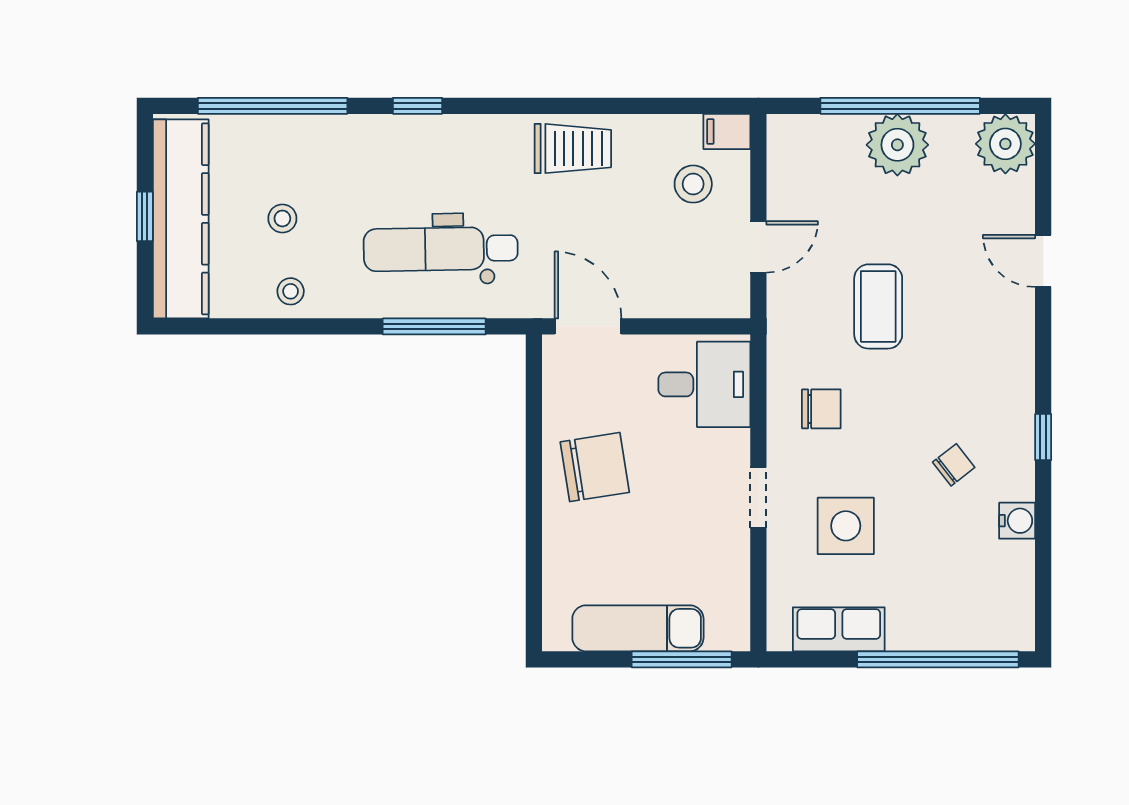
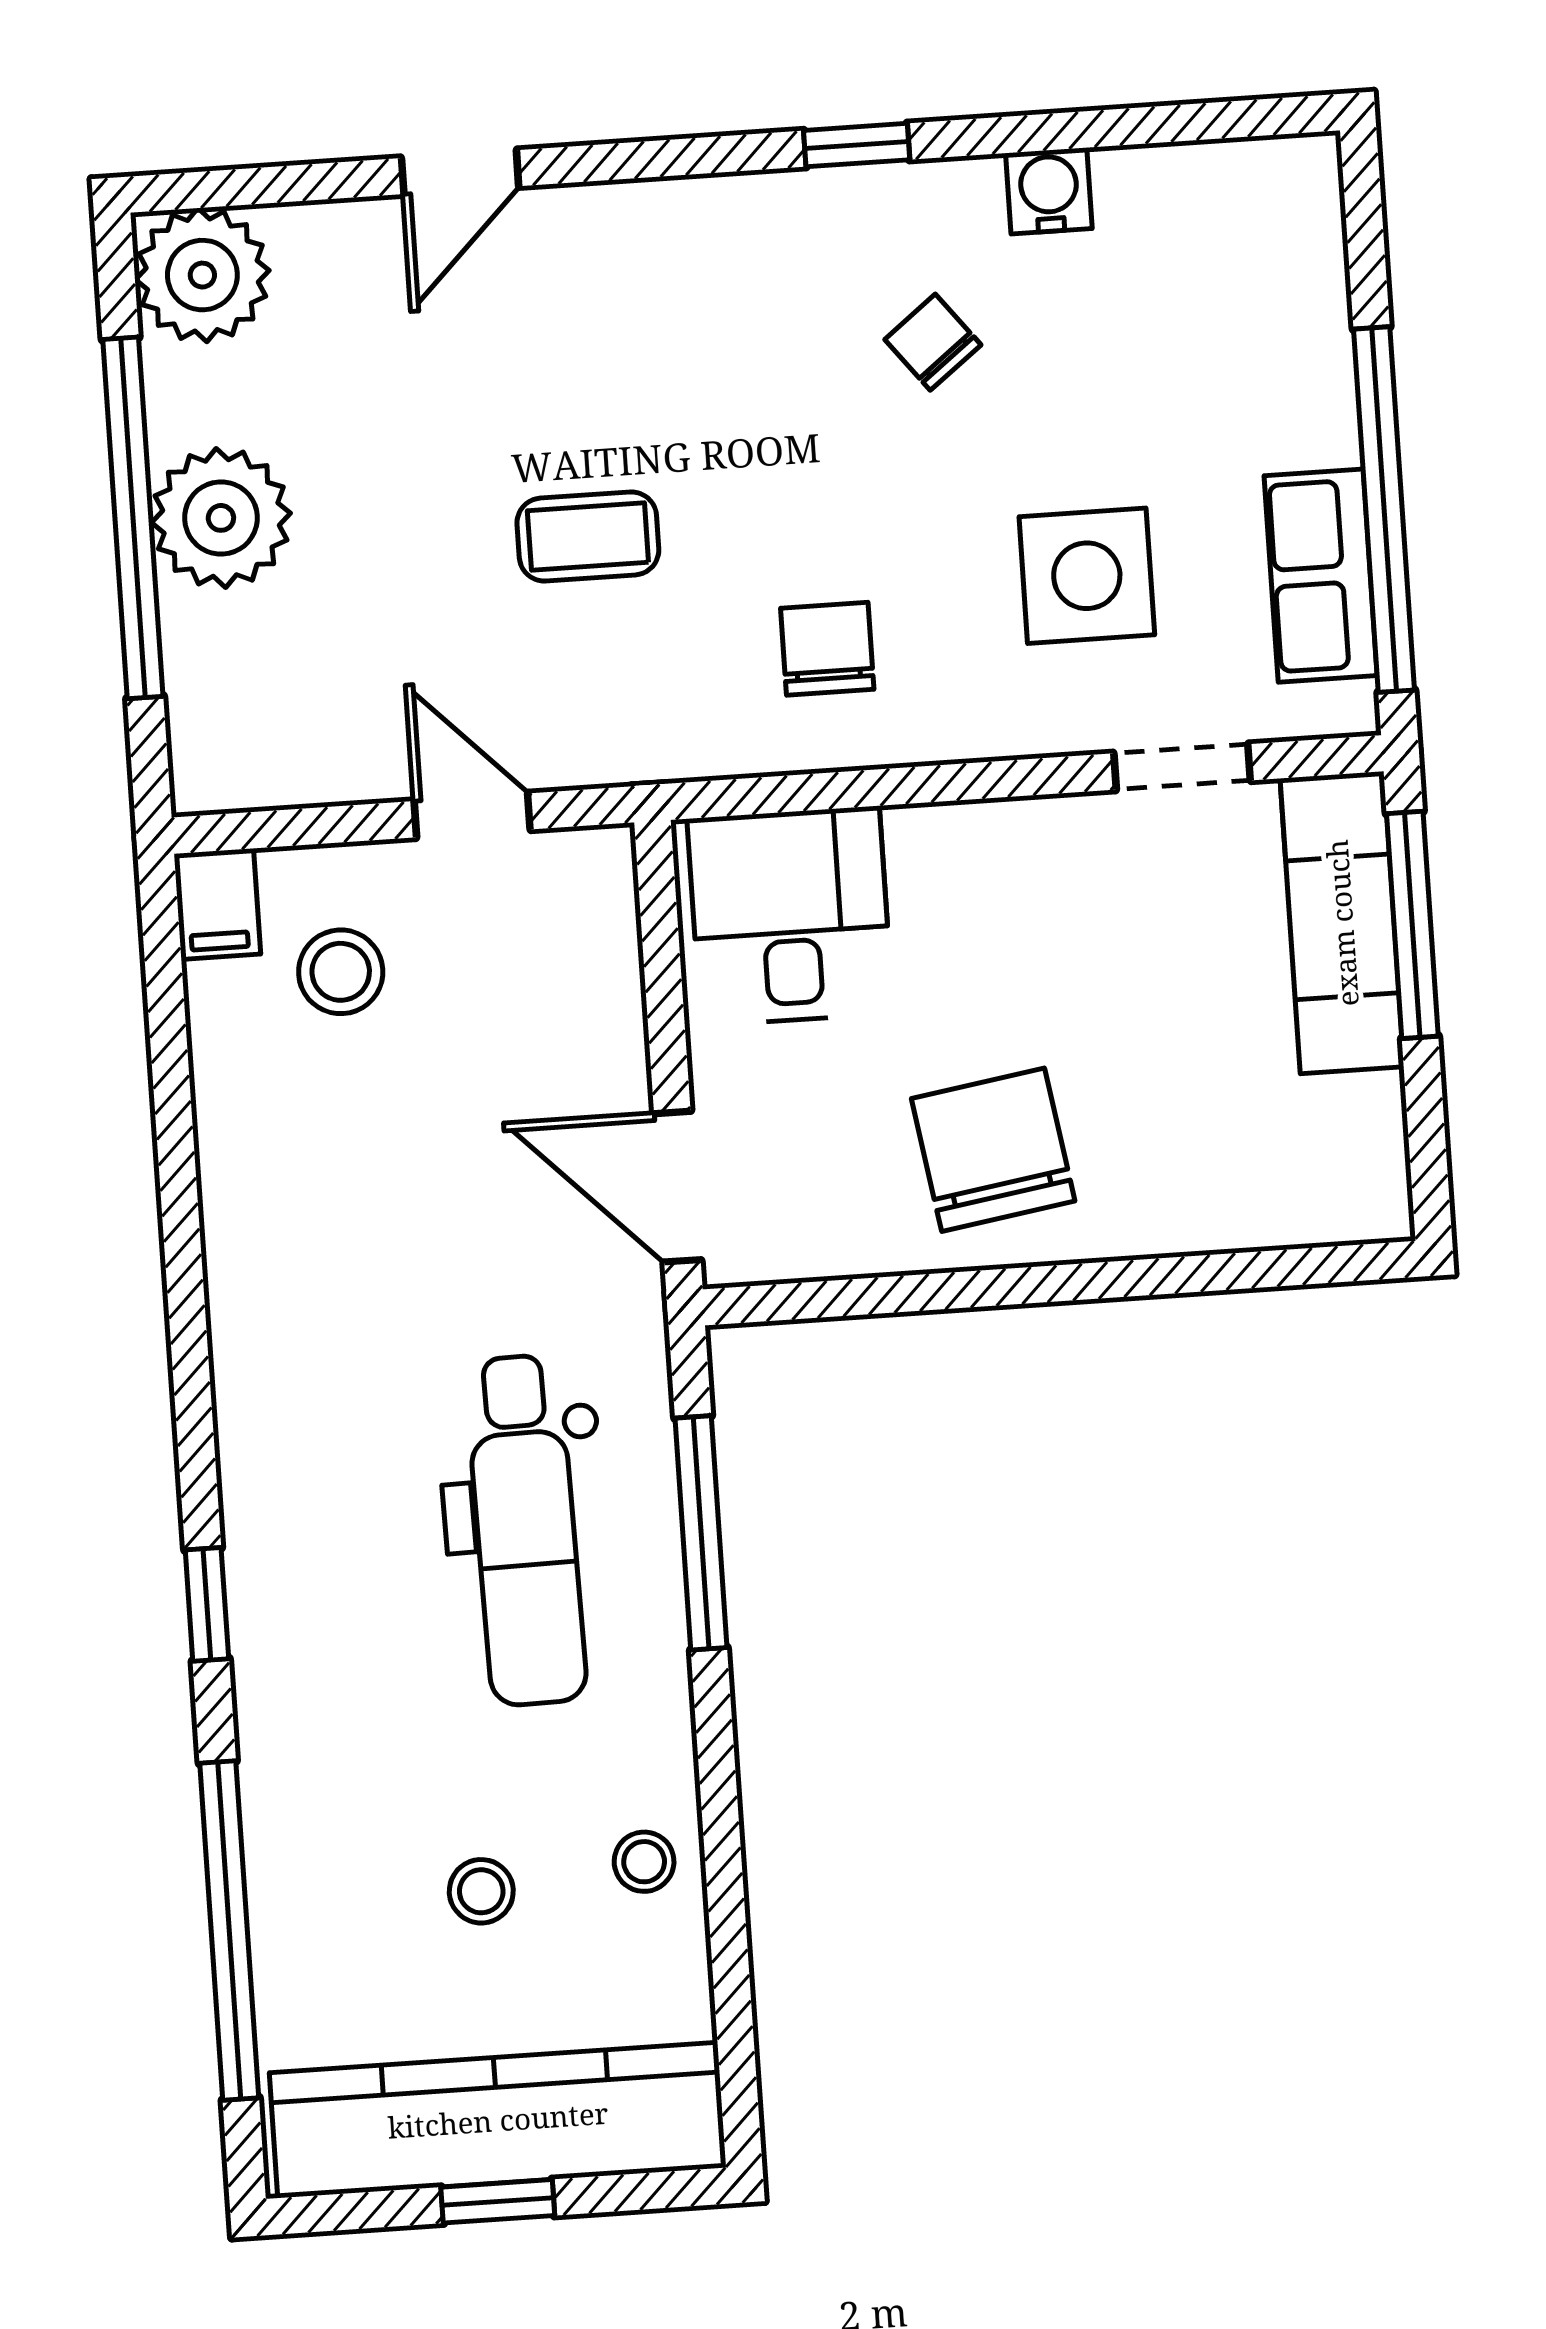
trolley: (573, 149) -> (279, 1248), removed
coffee table: (878, 306) -> (588, 536), width x0.73, depth x0.77
door: (588, 326) -> (677, 1187), hinge flipped
doorway: (758, 498) -> (1182, 767), moved
exam couch: (638, 628) -> (1342, 923), moved
window: (938, 659) -> (1384, 510), moved

